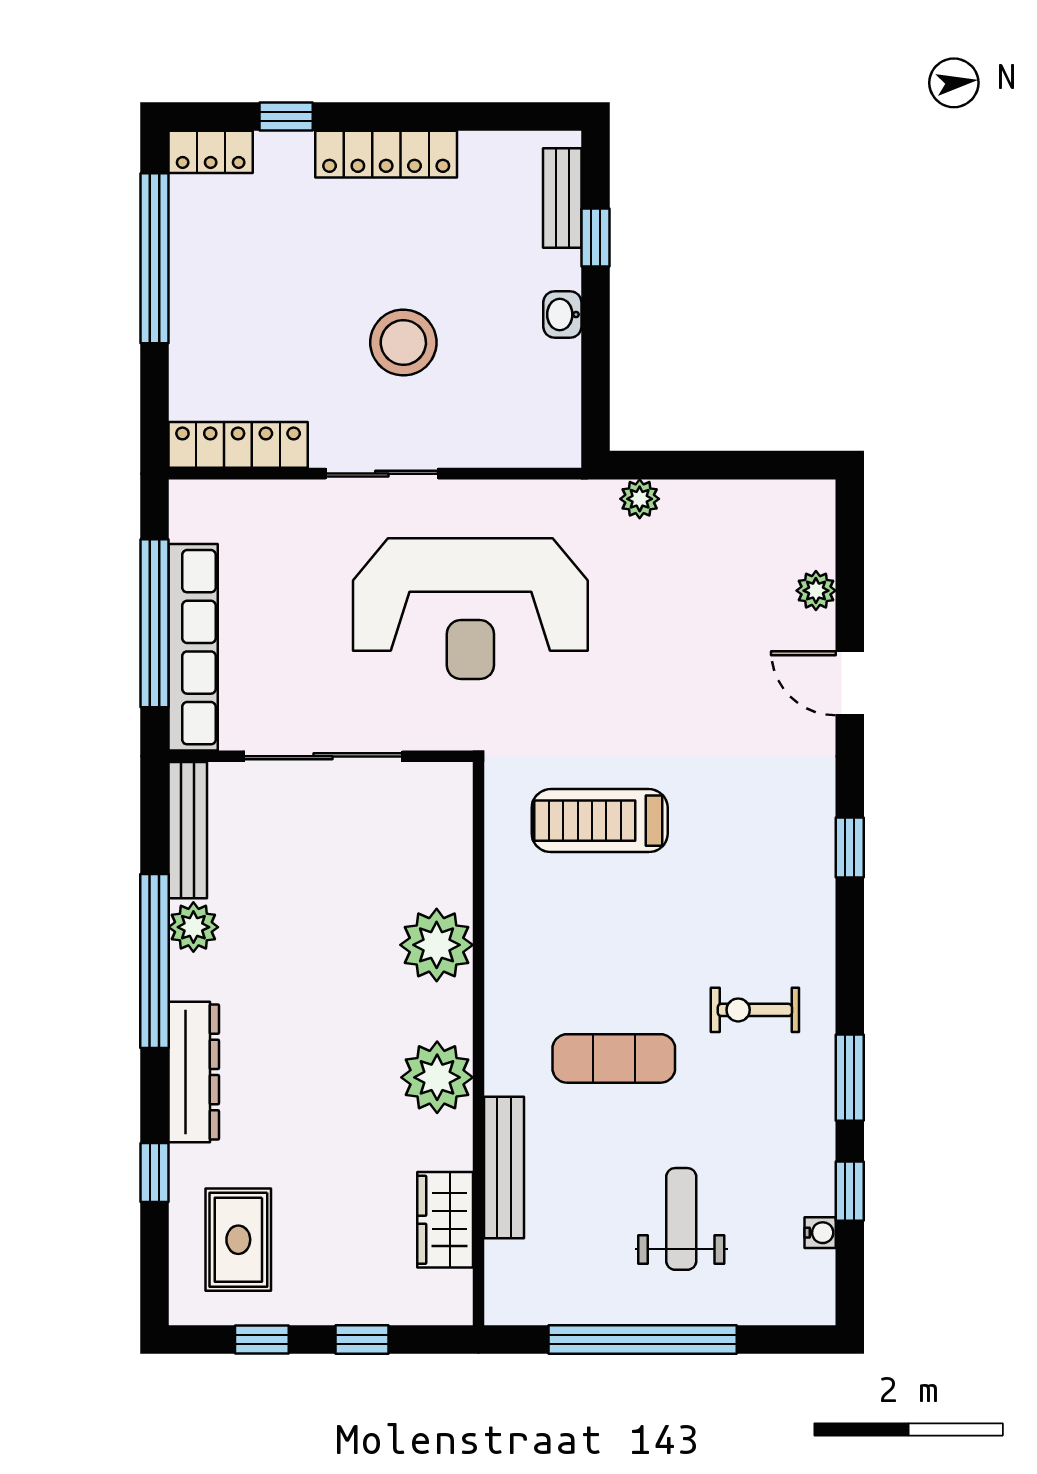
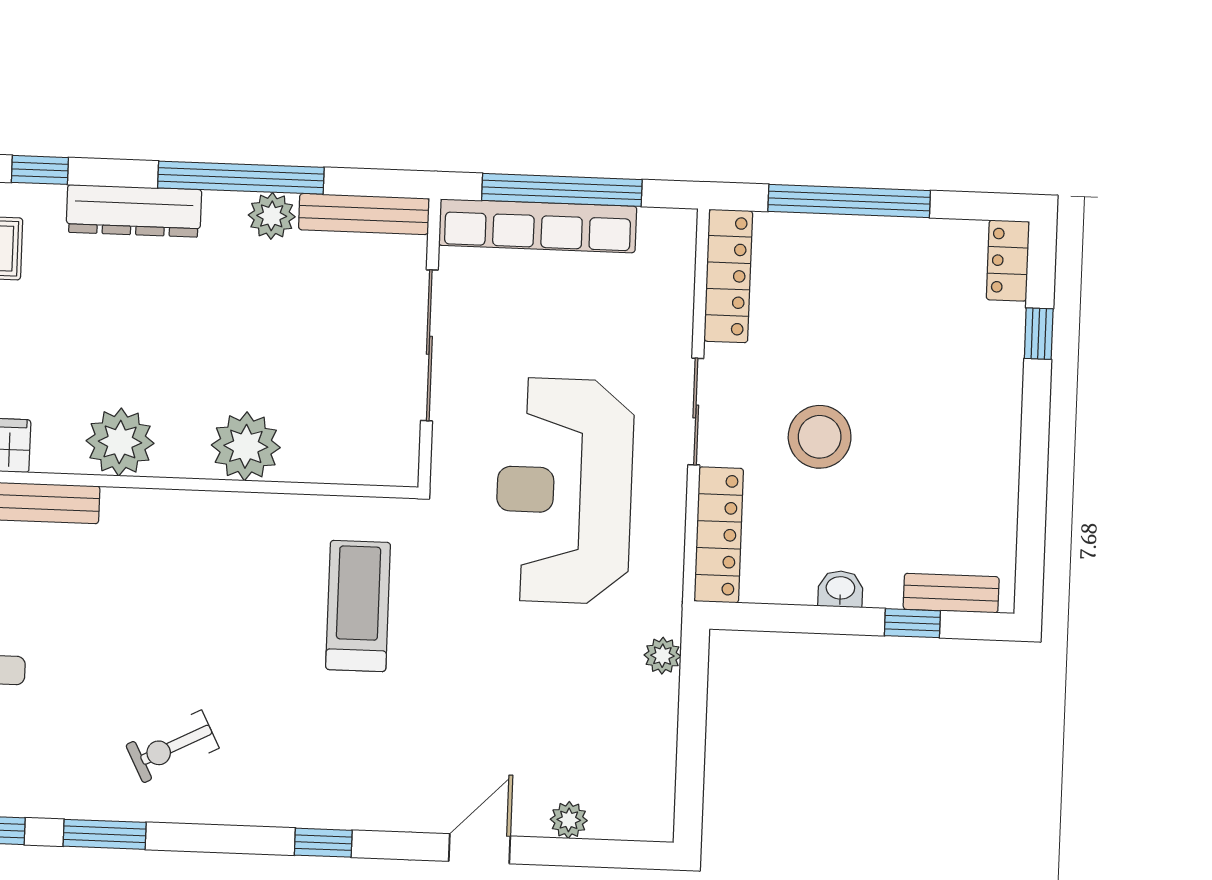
locker: (386, 154) -> (719, 535), moved, turned 180
window: (154, 258) -> (849, 201), moved
exercise bike: (755, 1010) -> (172, 747), turned -117
exercise mat: (614, 1058) -> (131, 611), removed

